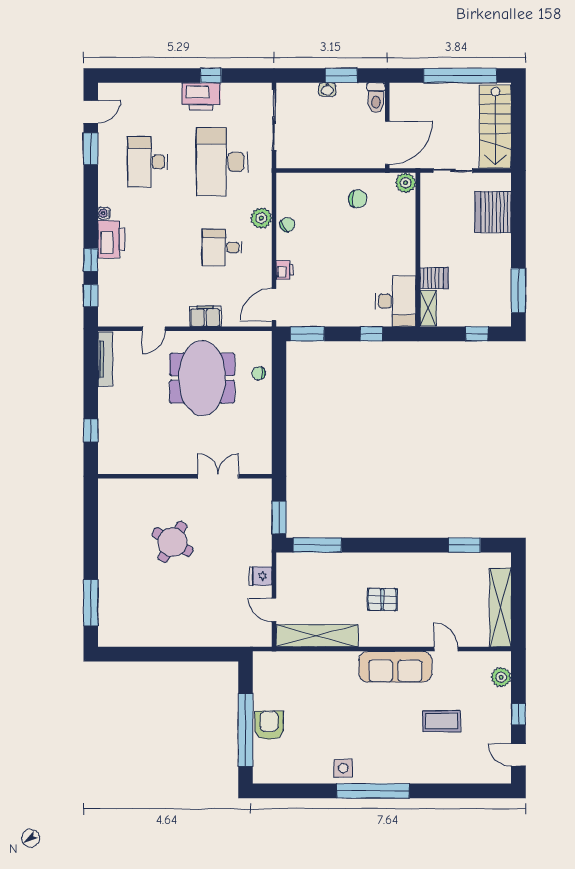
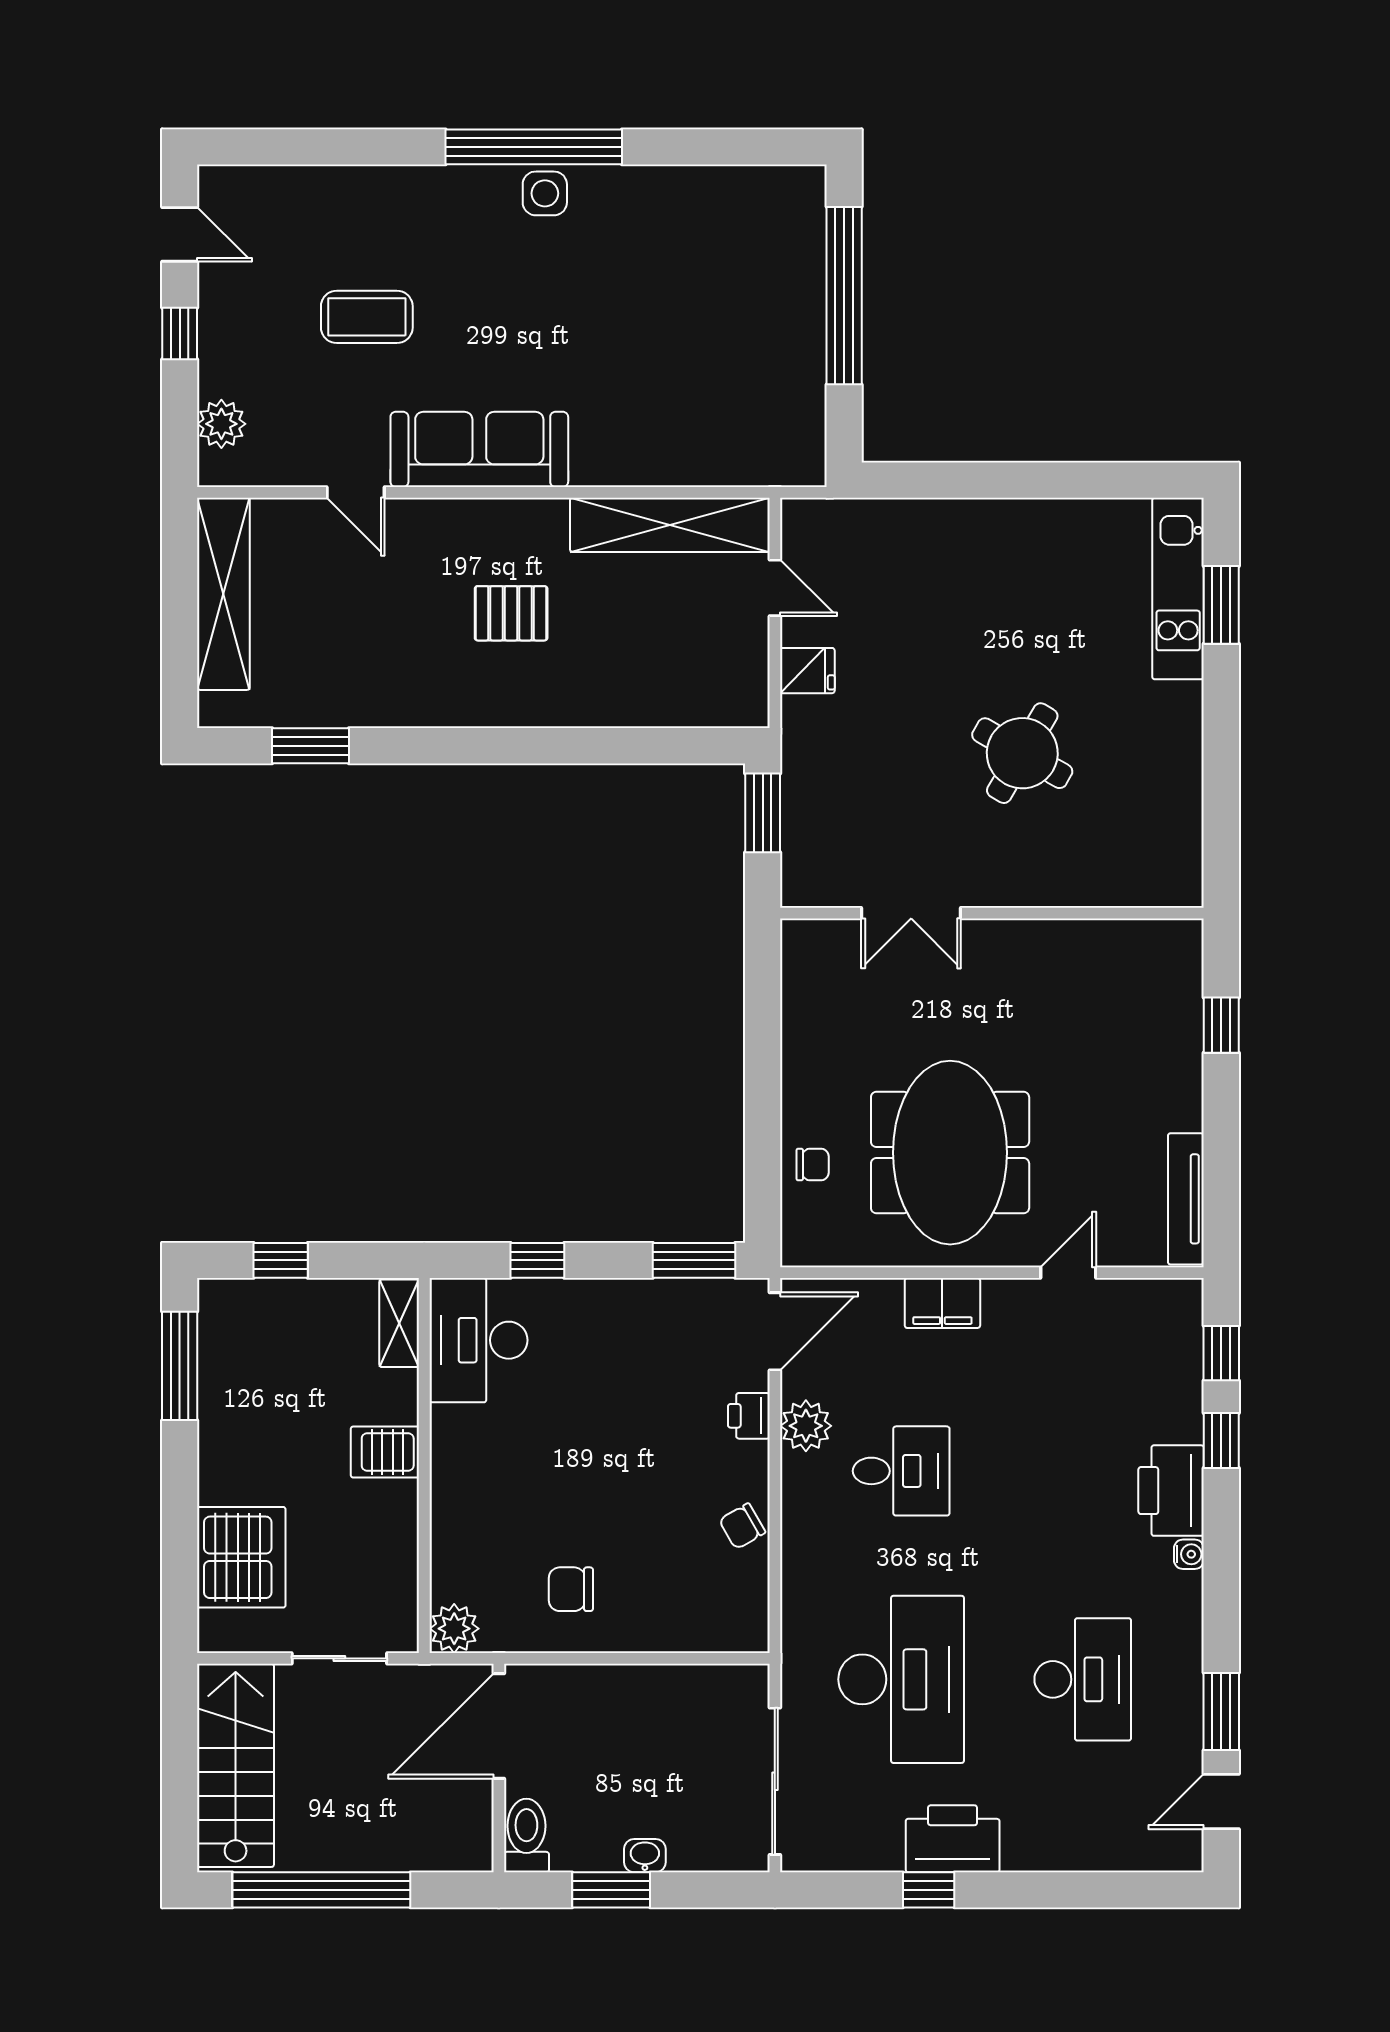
plant: (261, 218) -> (806, 1426), moved
server rack: (434, 278) -> (385, 1452), moved
window: (318, 545) -> (669, 746), removed
window: (91, 603) -> (1221, 605), width x0.69
kitchen unit: (109, 610) -> (1178, 589), added
armchair: (269, 725) -> (787, 307), removed
side table: (343, 768) -> (545, 193), moved

